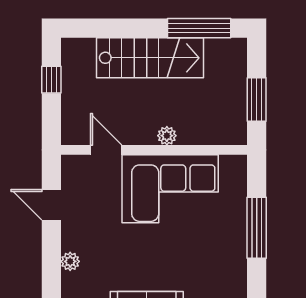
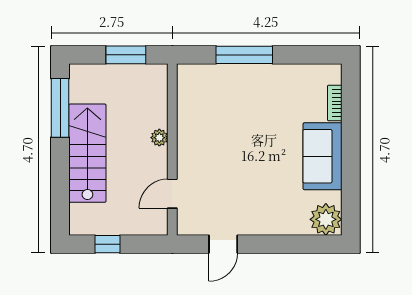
corner sofa: (170, 189) -> (208, 135), removed
plant: (70, 261) -> (275, 227), removed

